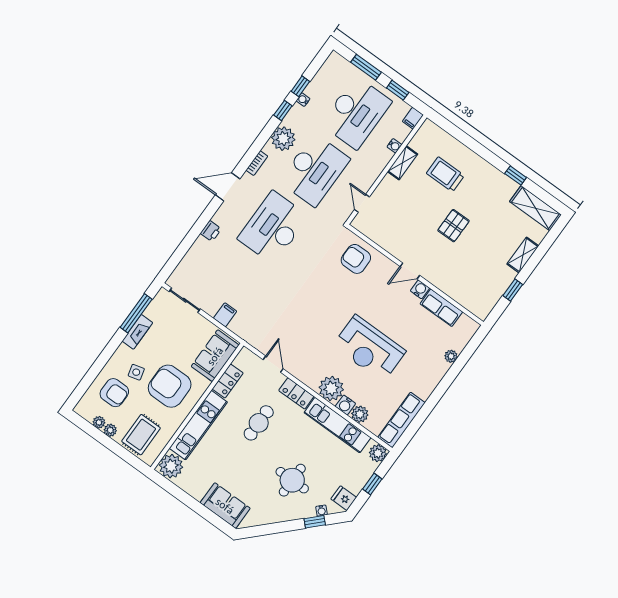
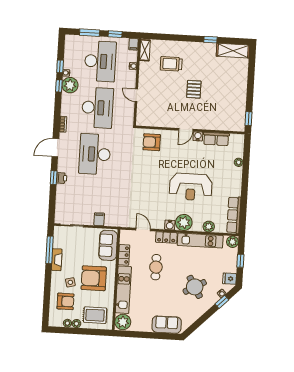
plant: (283, 139) -> (70, 85), moved
shelving: (403, 163) -> (145, 50), moved
door: (362, 203) -> (136, 95), moved
window: (201, 224) -> (54, 178), added
shelving: (523, 255) -> (243, 81), removed
window: (513, 290) -> (249, 119), moved
water cooler: (345, 405) -> (170, 225), moved
rug: (141, 435) -> (95, 315), turned 90
round table: (292, 480) -> (195, 287), turned -30

